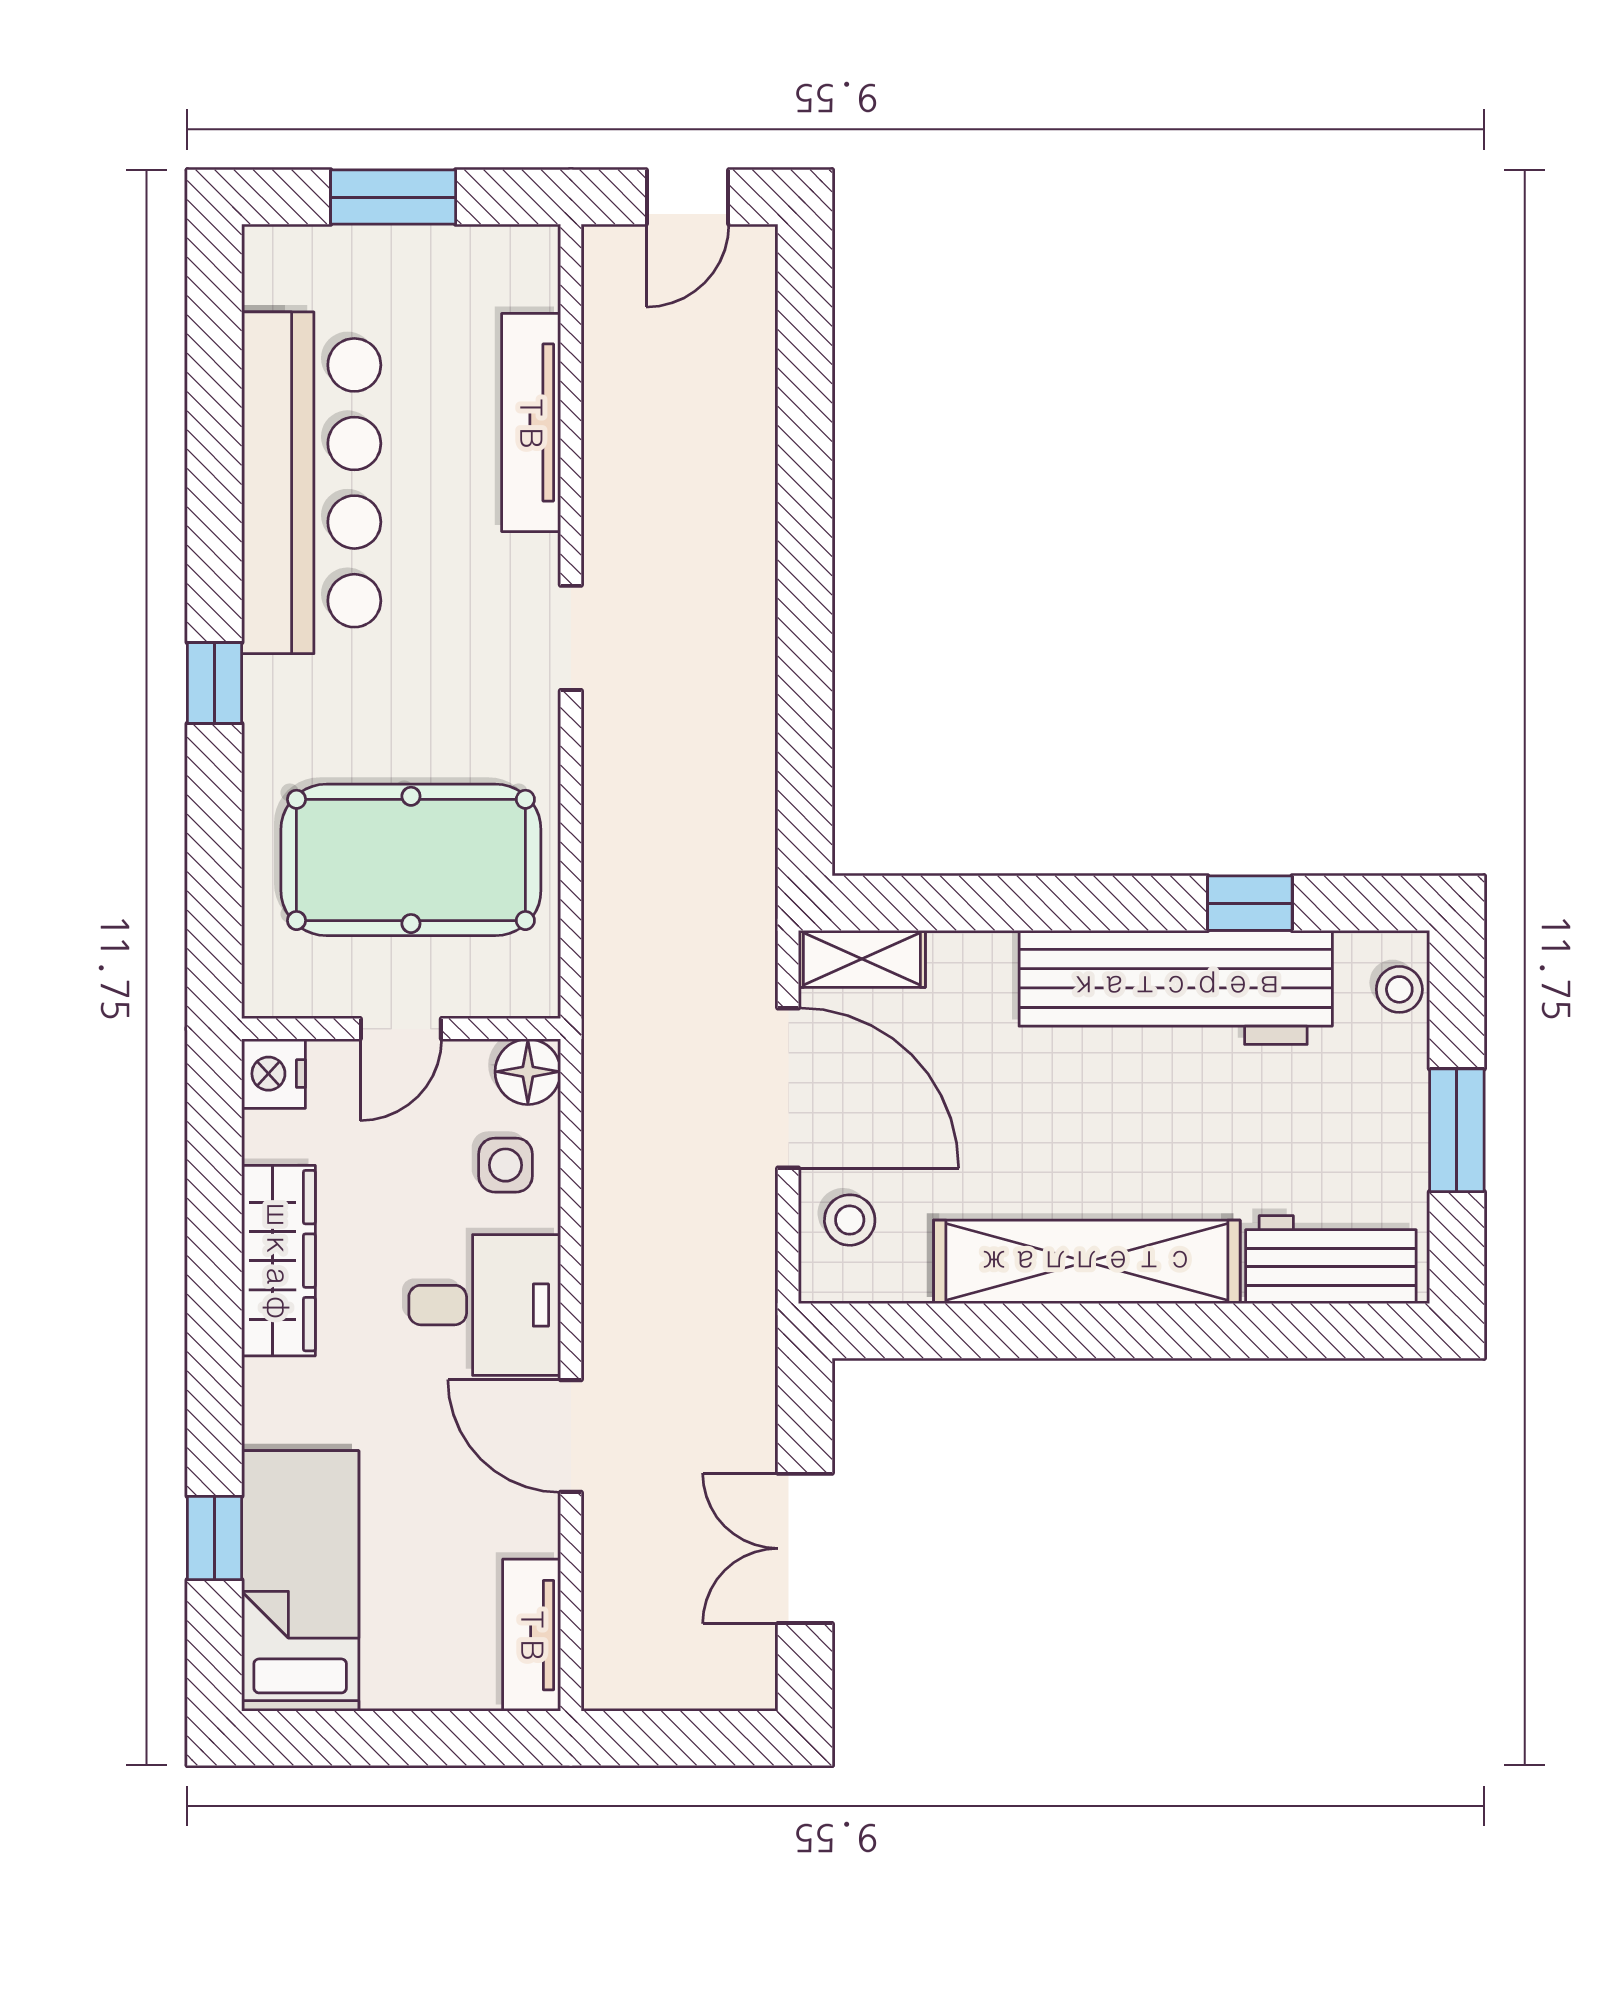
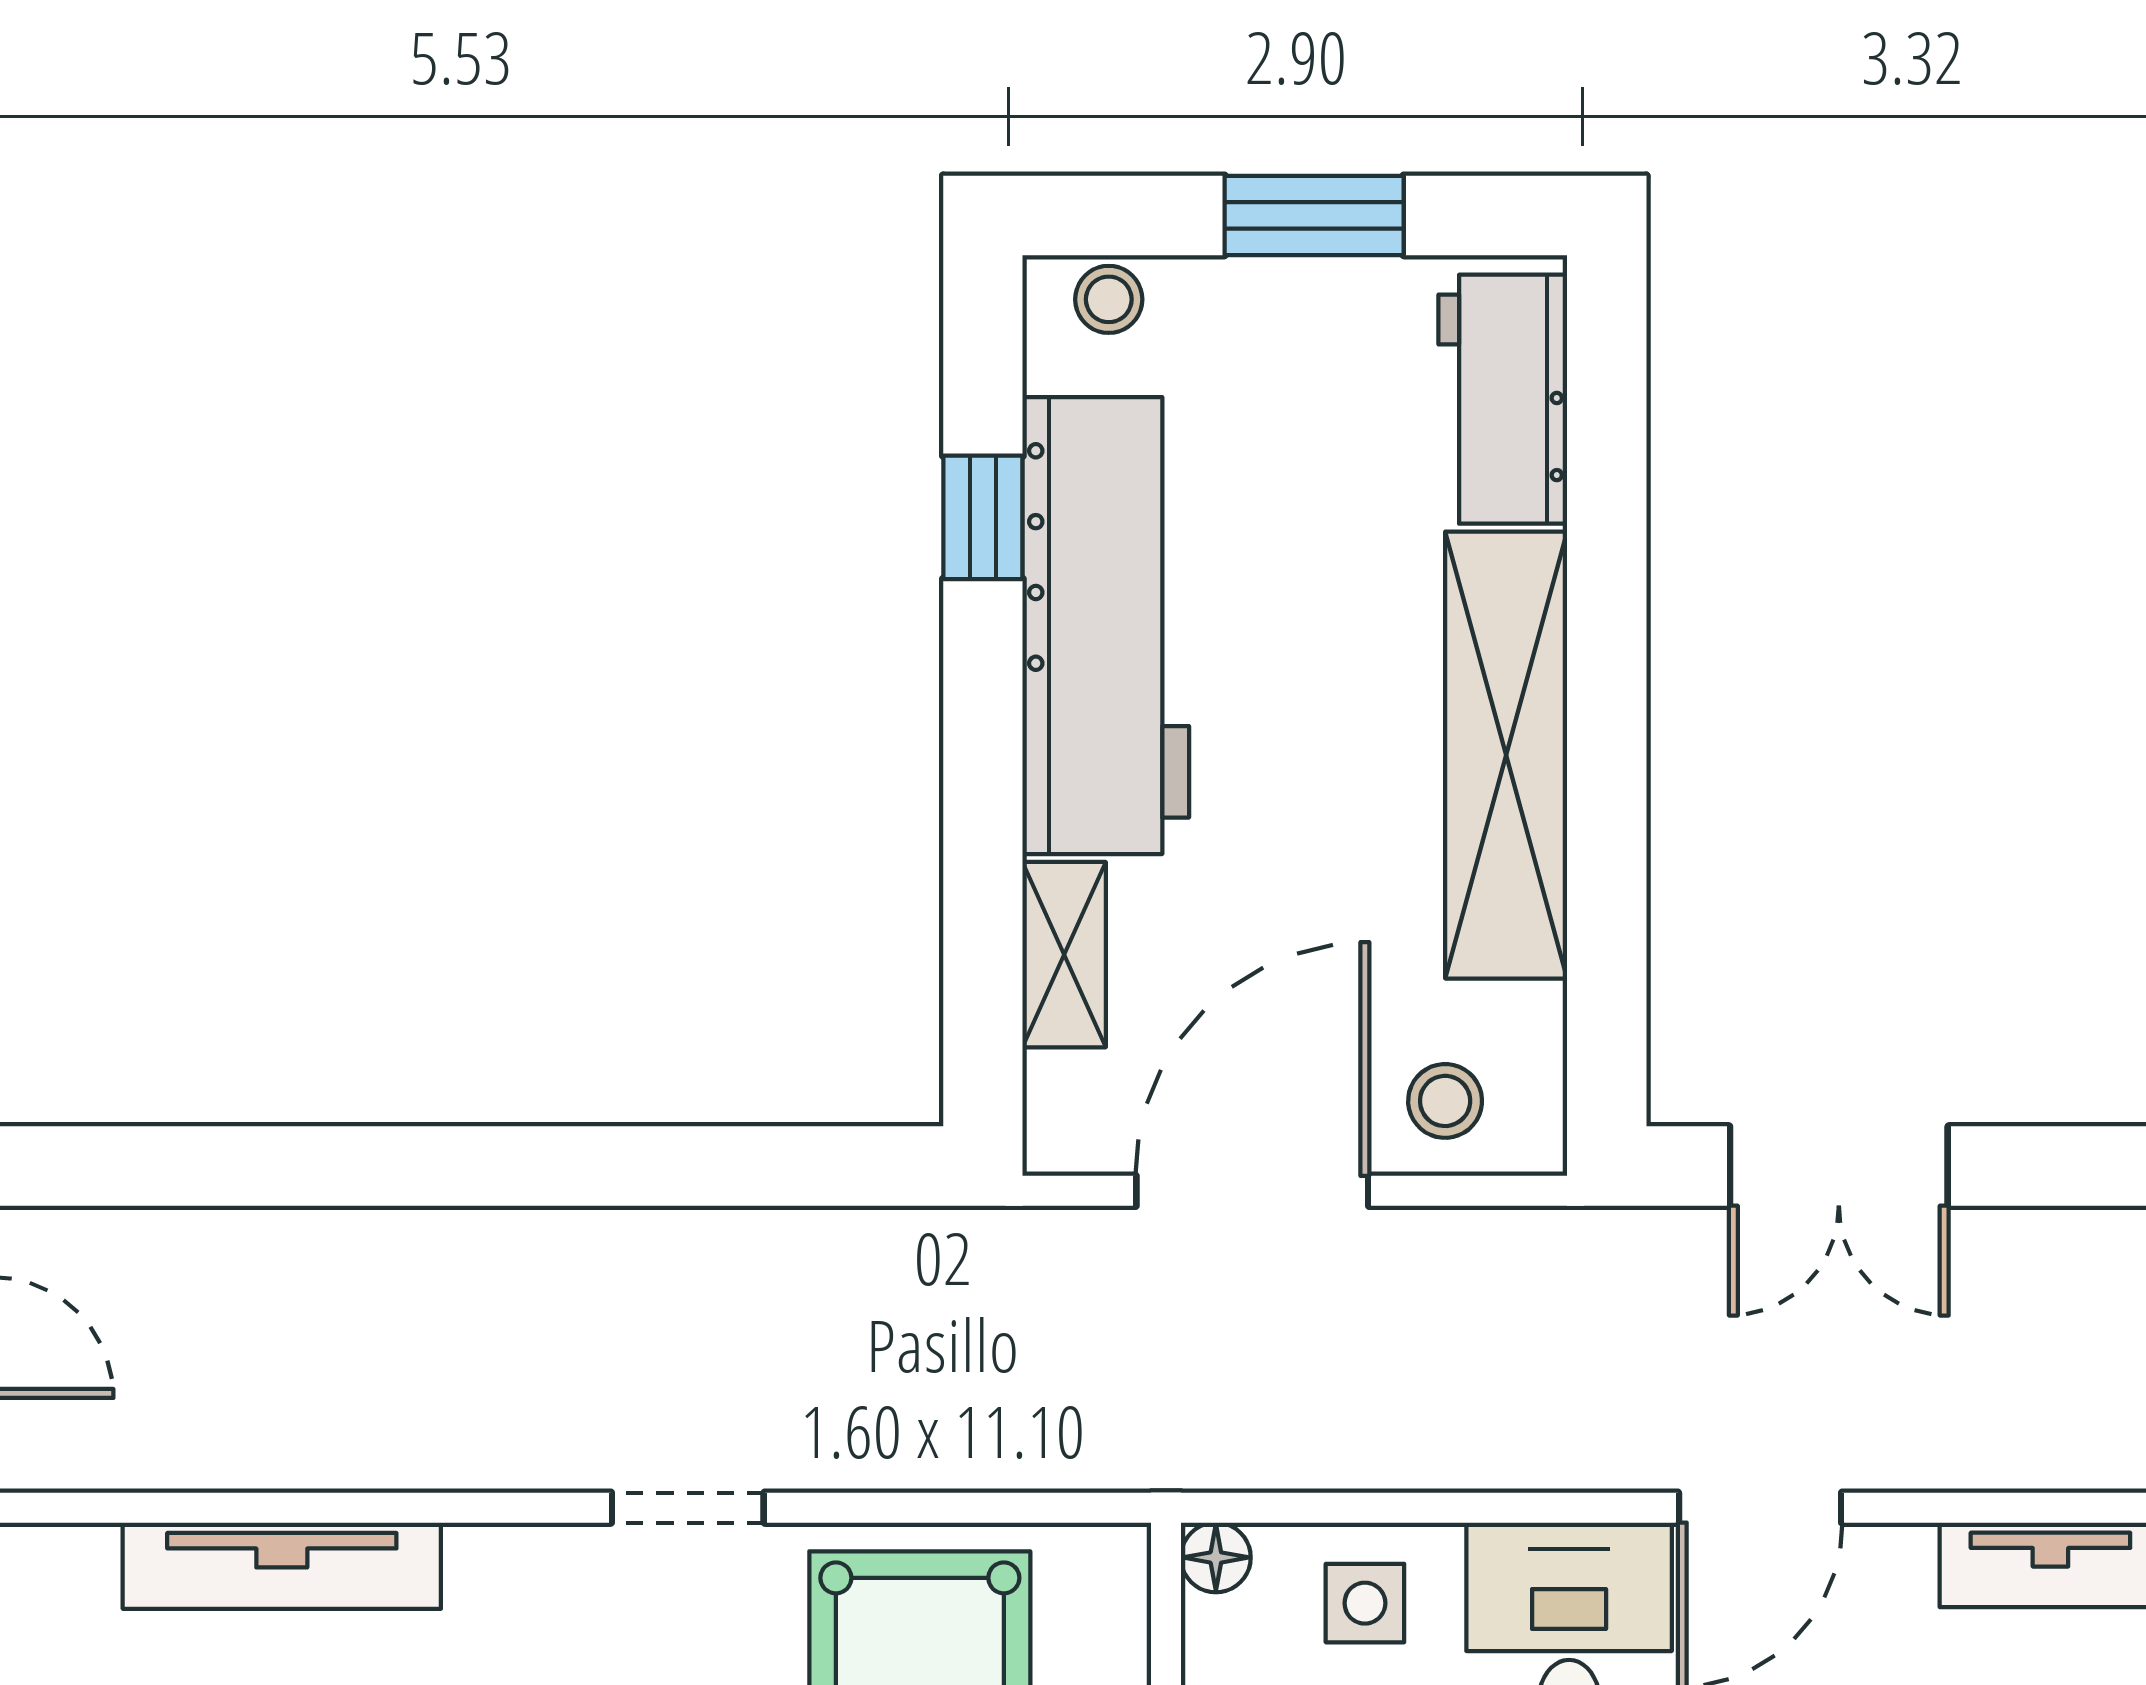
doorway: (571, 638) -> (688, 1508), moved
shelving: (862, 959) -> (1064, 955), moved
floor lamp: (528, 1072) -> (1216, 1557), width x0.73, depth x0.73
double door: (805, 1548) -> (1839, 1166), moved

